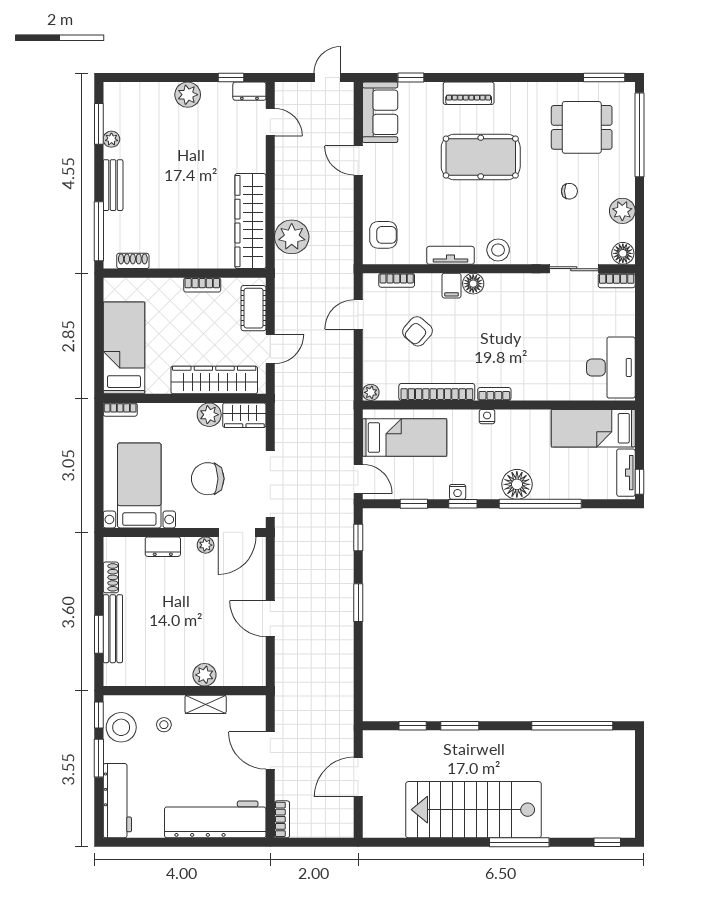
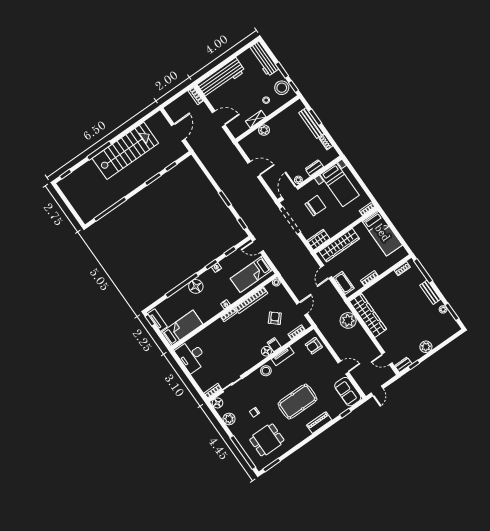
plant: (209, 415) -> (332, 231), removed

